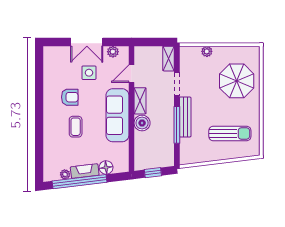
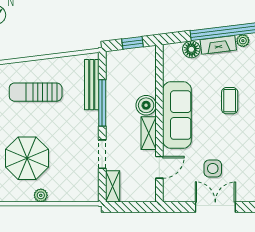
plant: (207, 51) -> (41, 195), moved
plant: (113, 52) -> (183, 195), removed
armchair: (70, 97) -> (237, 138), removed
bench: (185, 117) -> (92, 85), moved

